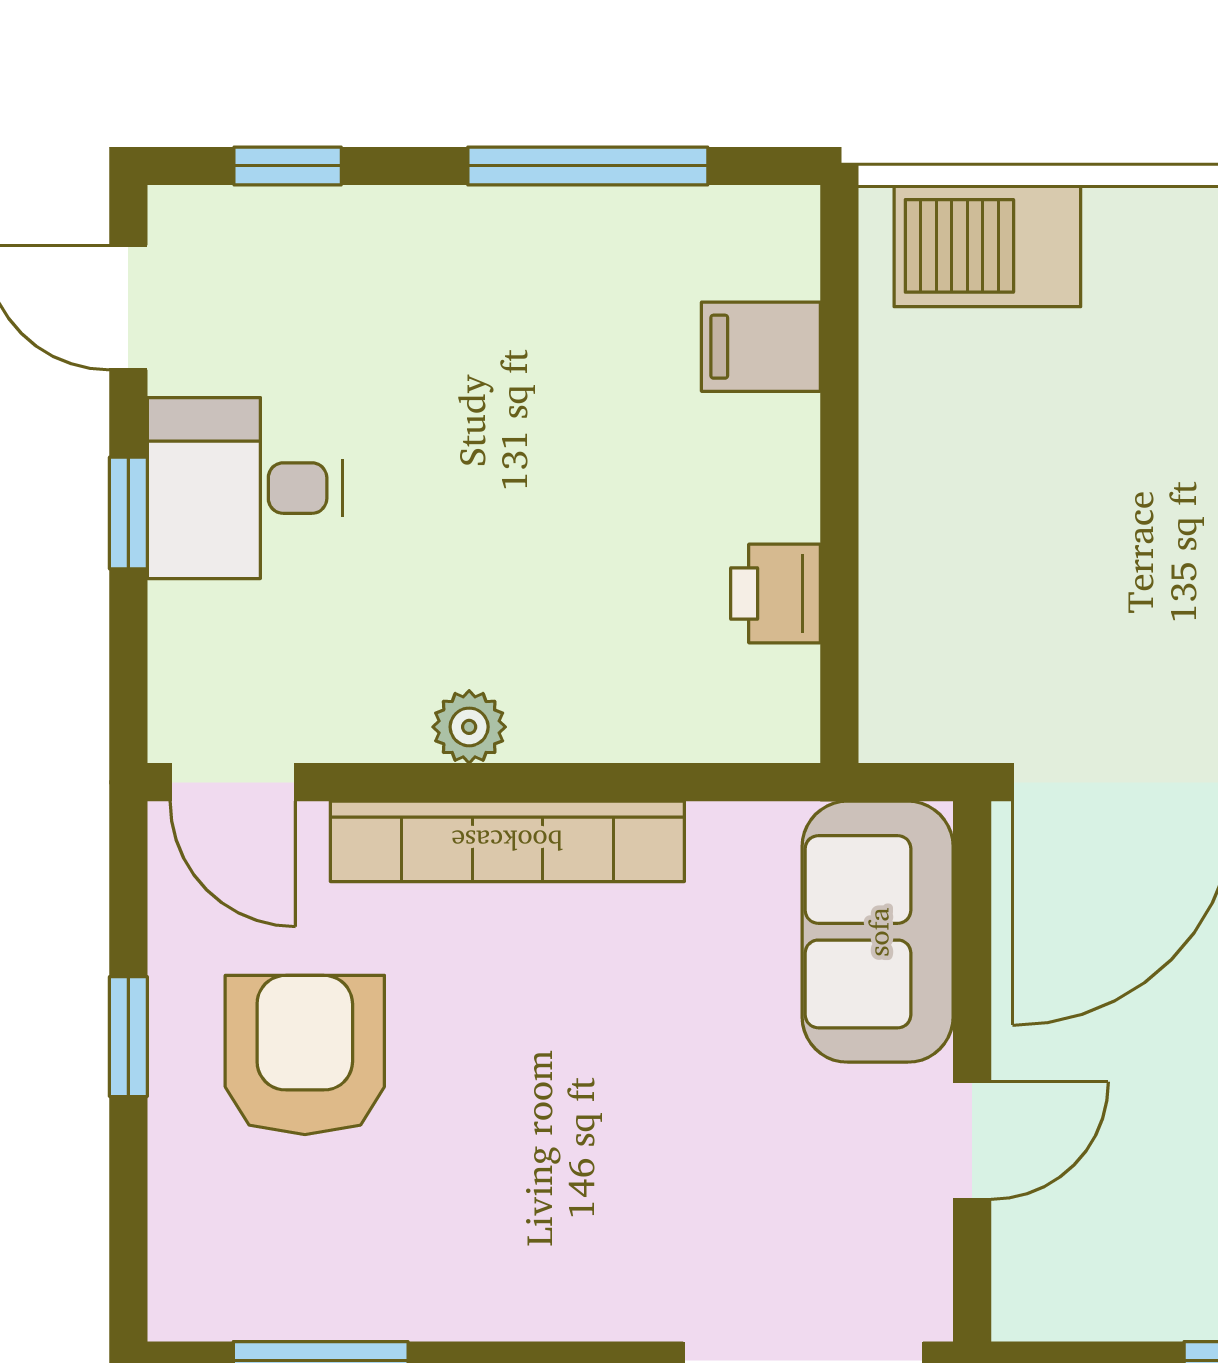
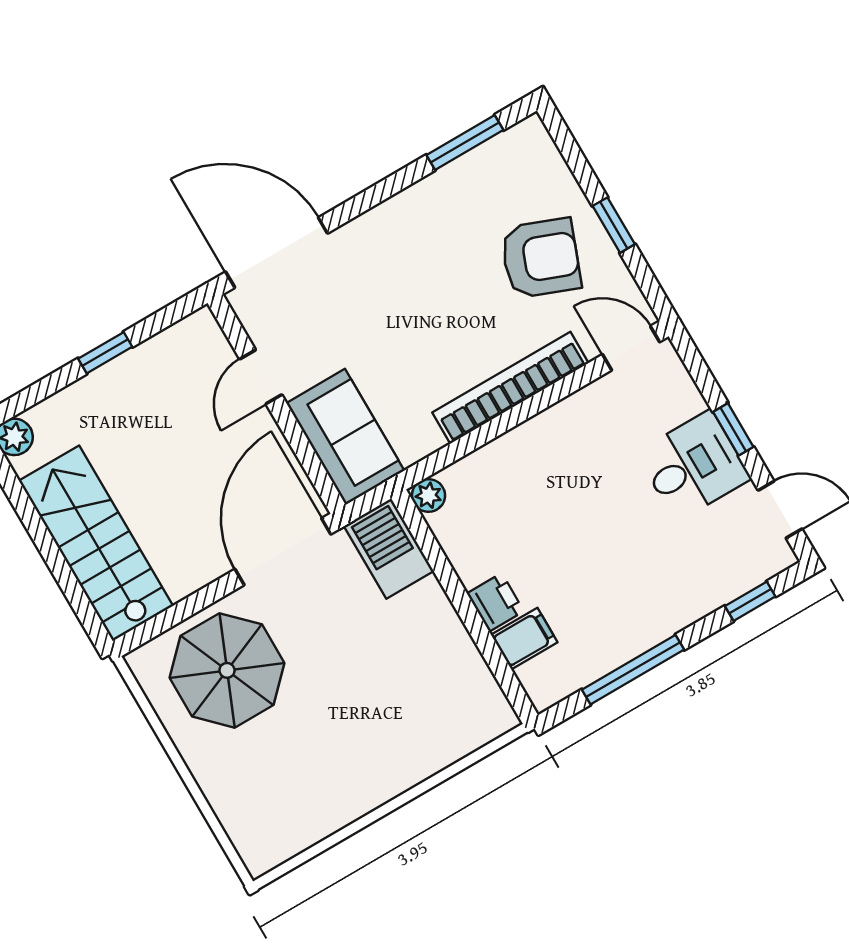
barbecue: (987, 246) -> (389, 549), moved, turned -90
printer: (776, 594) -> (495, 602), moved
plant: (469, 727) -> (428, 495), moved
armchair: (305, 1055) -> (541, 258), turned -69

